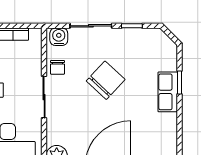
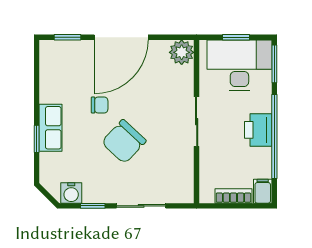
water cooler: (59, 37) -> (71, 193), moved
chair: (57, 67) -> (100, 105), moved, turned 90

